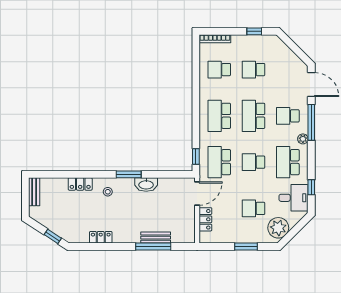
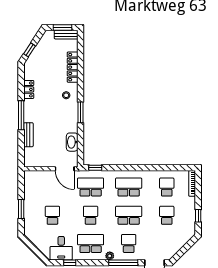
locker: (80, 184) -> (73, 67), width x1.53
washbasin: (146, 185) -> (72, 142), moved
window: (25, 196) -> (62, 27), added
locker: (205, 219) -> (43, 176), removed
plant: (278, 228) -> (36, 236), removed
window: (153, 246) -> (21, 115), moved

